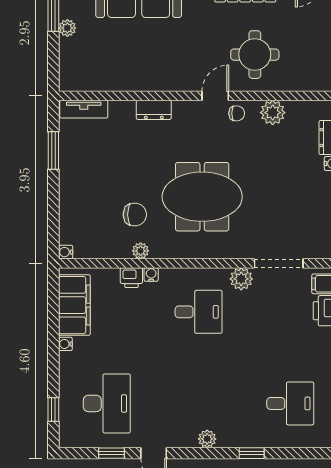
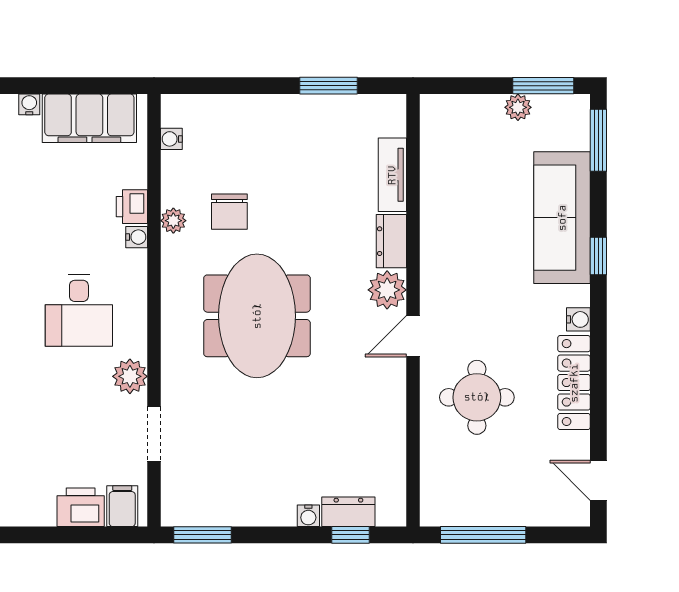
door: (215, 96) -> (413, 336), swing flipped
tv unit: (84, 109) -> (392, 175), moved
chair: (237, 113) -> (386, 369), removed
plant: (273, 113) -> (387, 290), moved
water cooler: (66, 252) -> (171, 139), moved, turned -90
doorway: (279, 263) -> (154, 434), width x0.73

